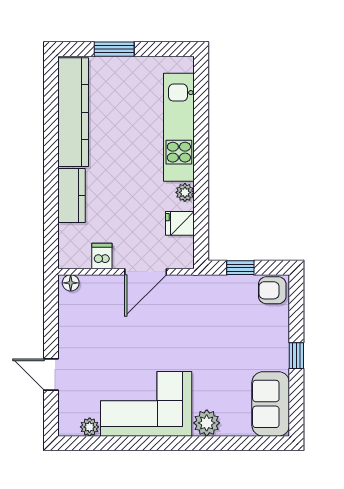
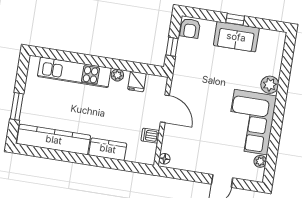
sofa: (271, 404) -> (236, 37), moved

